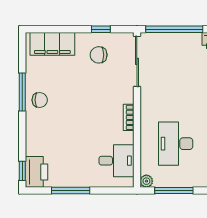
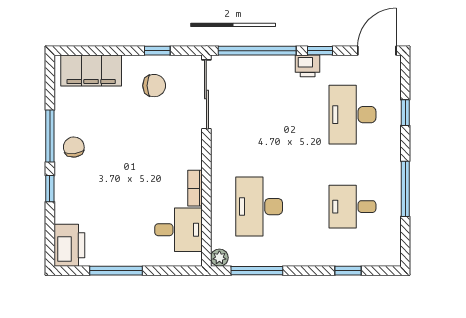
chair: (99, 55) -> (154, 86), turned 180
chair: (40, 100) -> (74, 147), turned -97
bookcase: (129, 117) -> (195, 188), moved
window: (22, 171) -> (50, 189), moved

